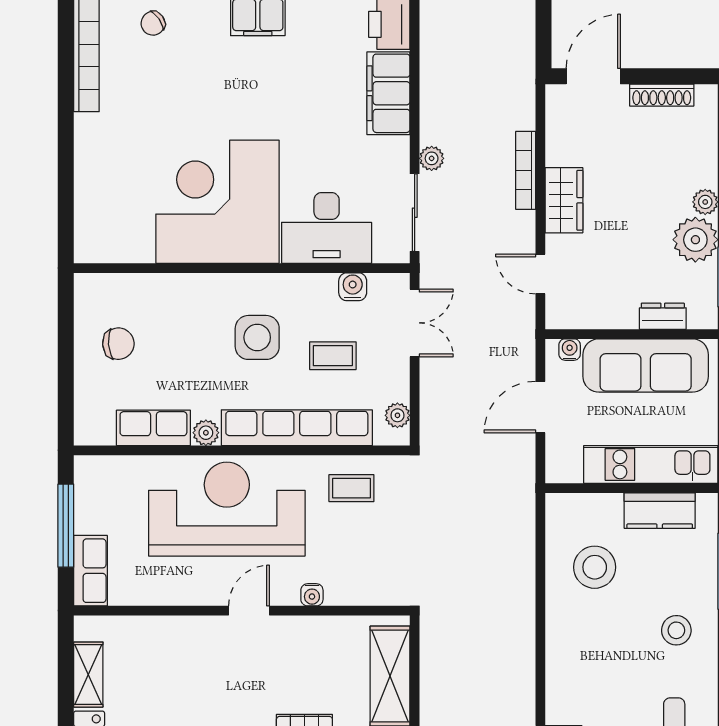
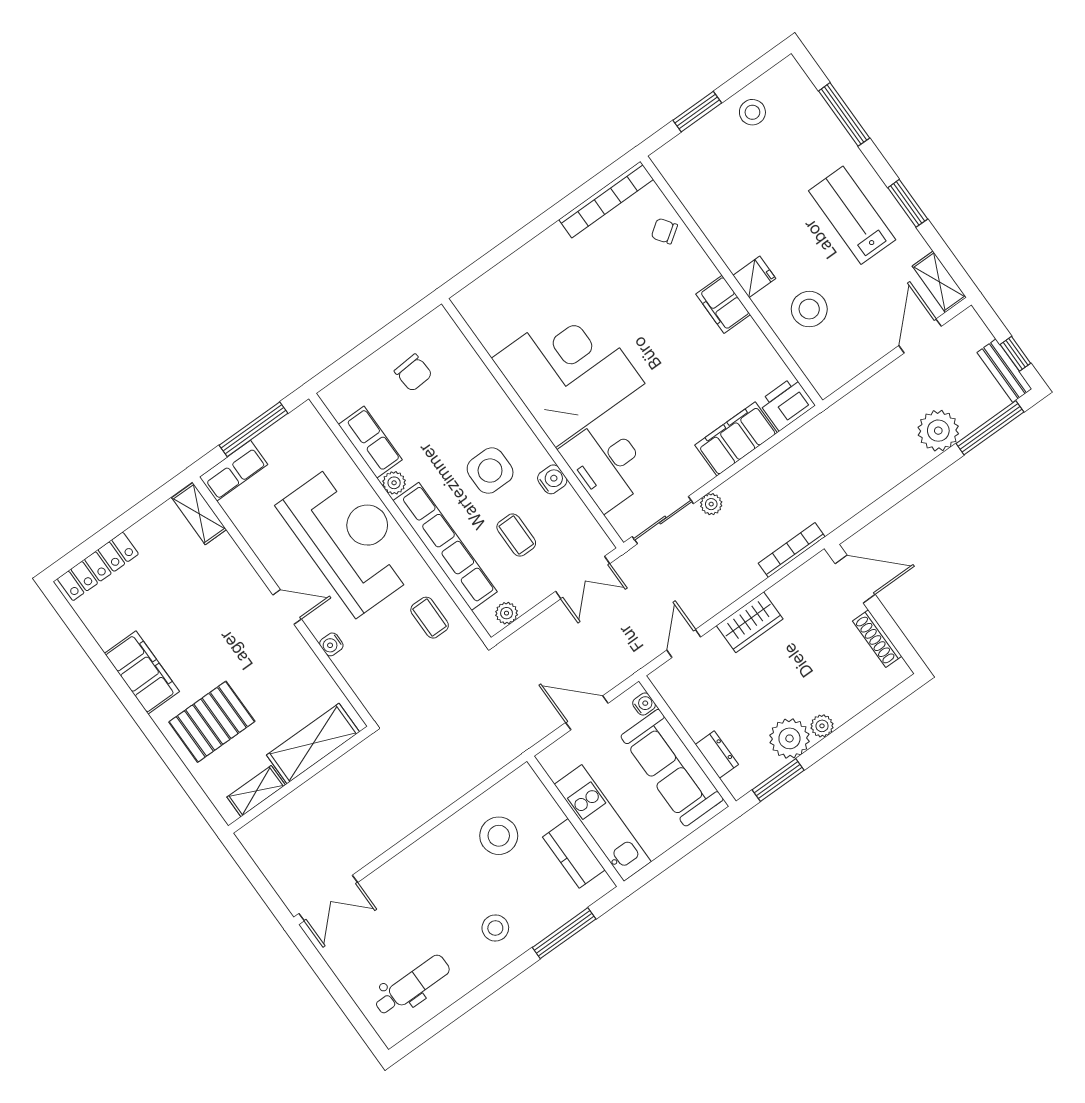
bookcase: (526, 170) -> (792, 550), moved
water cooler: (353, 287) -> (552, 479), moved
shelving: (88, 675) -> (199, 514), moved, turned 90

